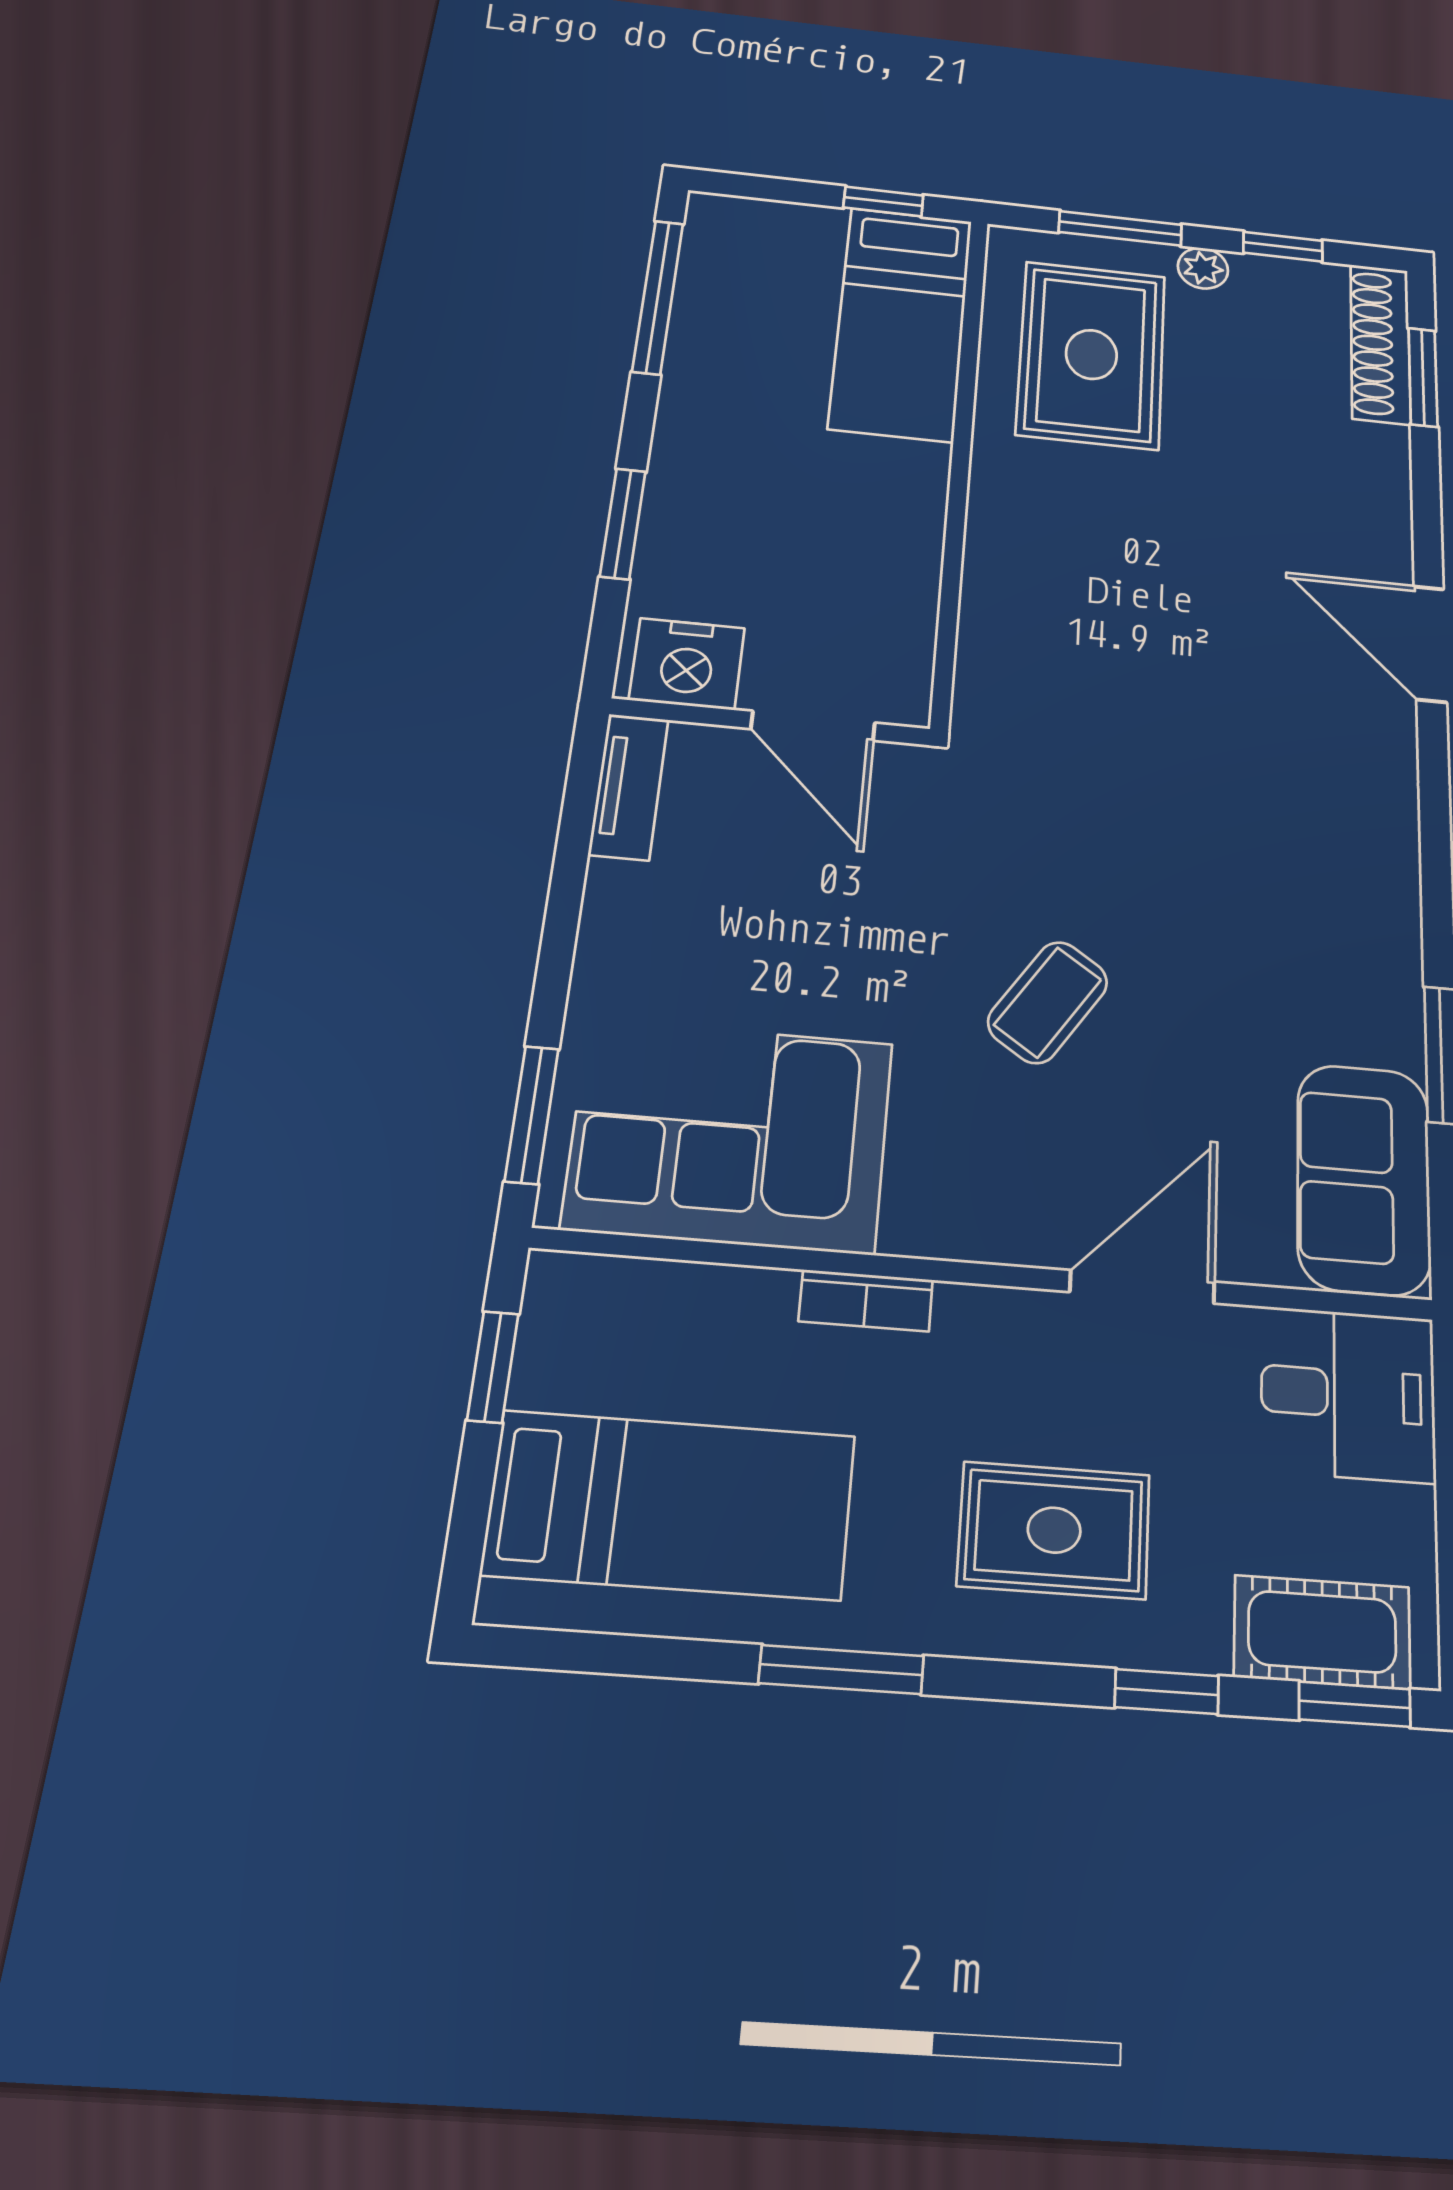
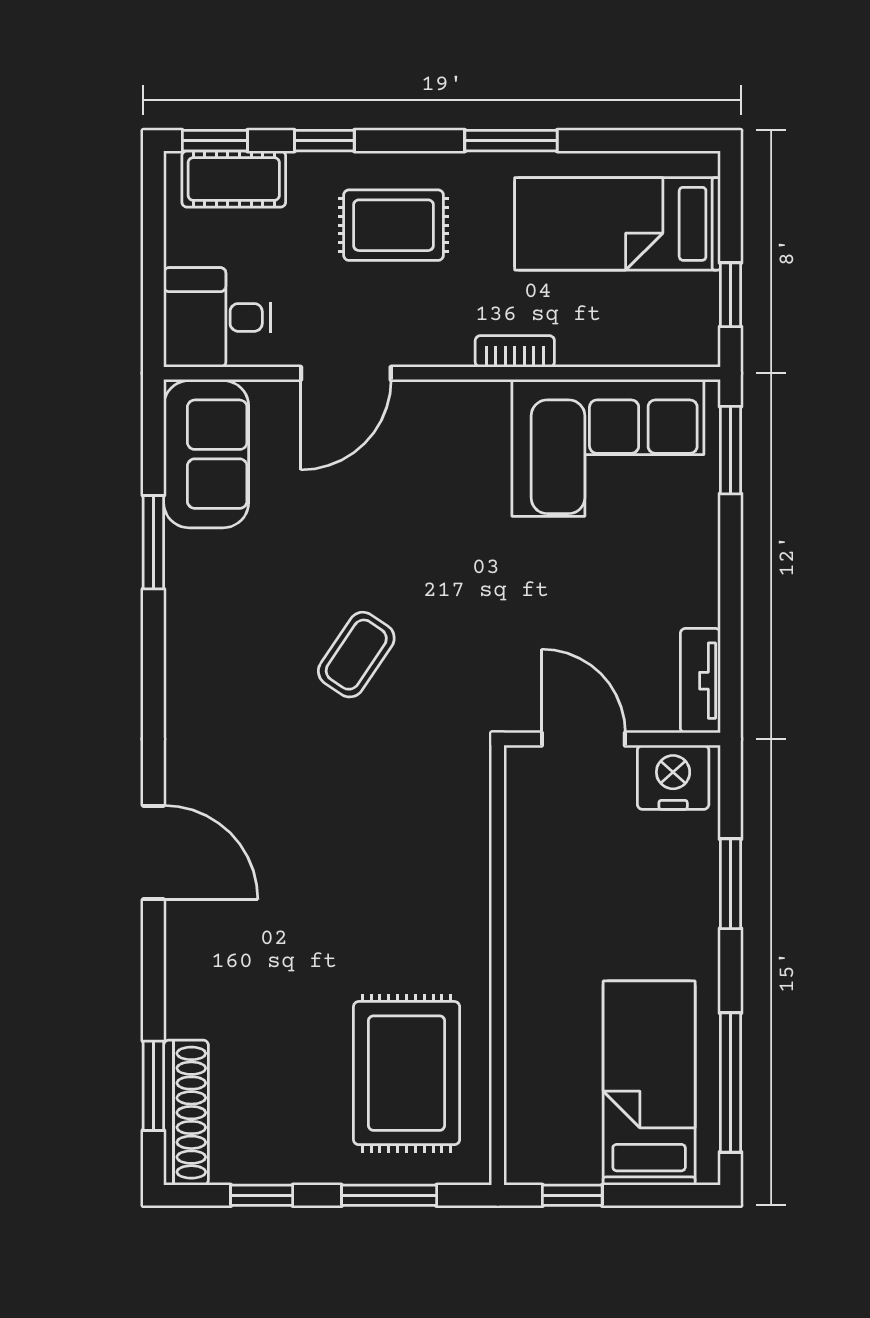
plant: (1203, 268) -> (324, 1166), removed
bed: (901, 323) -> (649, 1083), moved
coffee table: (1048, 1002) -> (356, 655), moved

